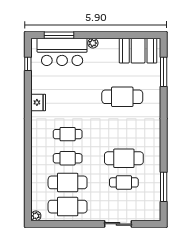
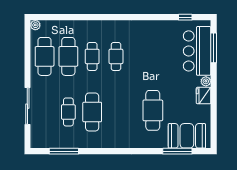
booth: (138, 51) -> (187, 136), moved, turned 90
fridge: (38, 102) -> (204, 96), moved, turned 90
sliding door: (118, 224) -> (27, 106), width x1.37

